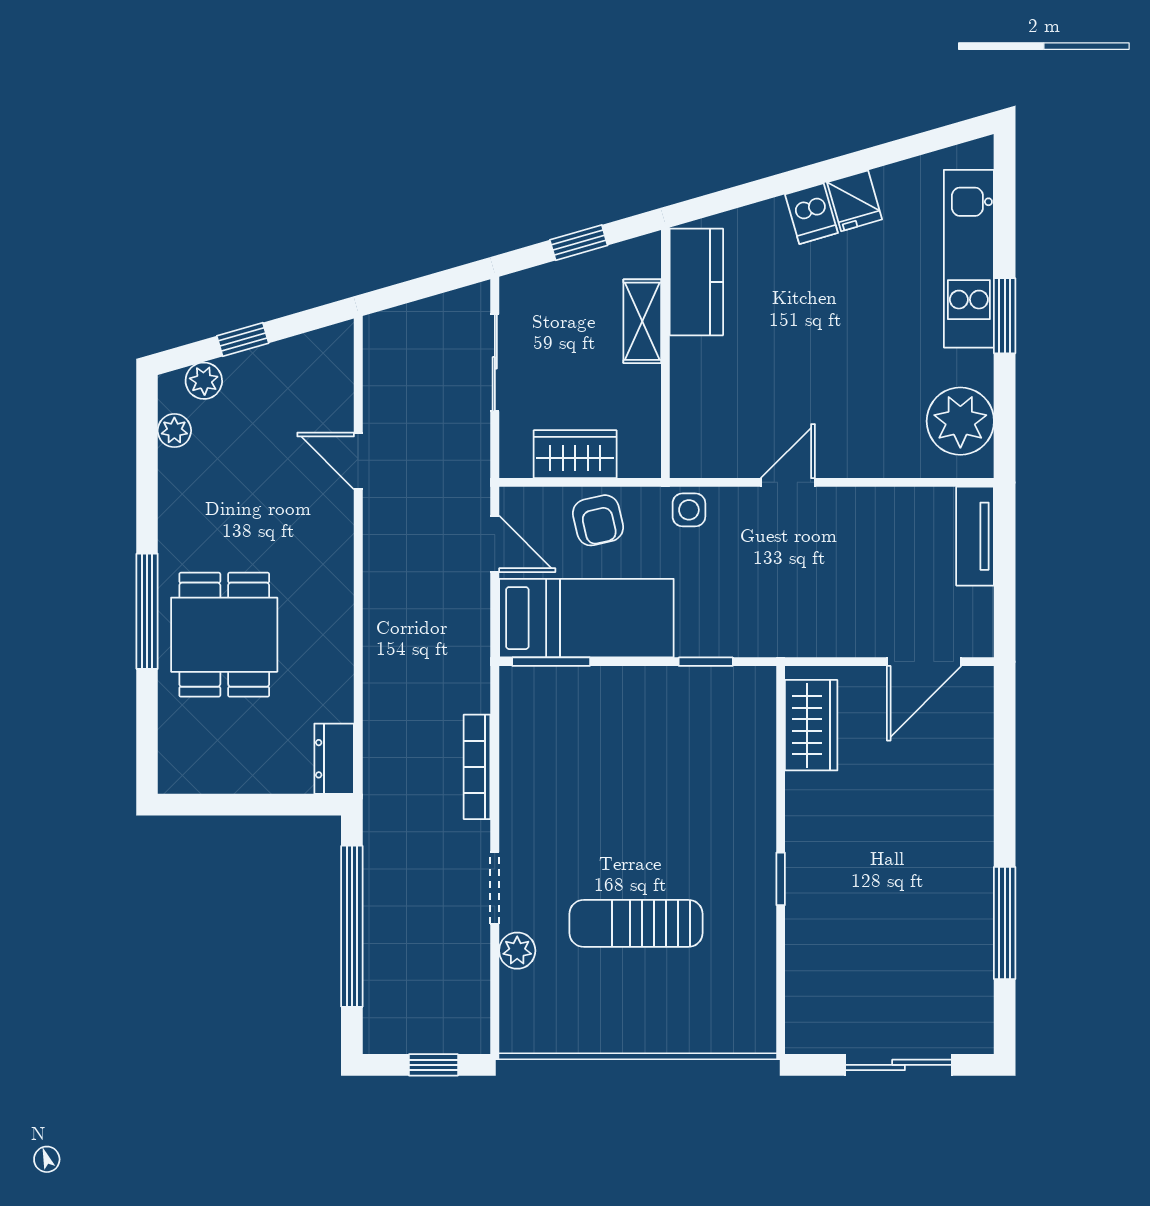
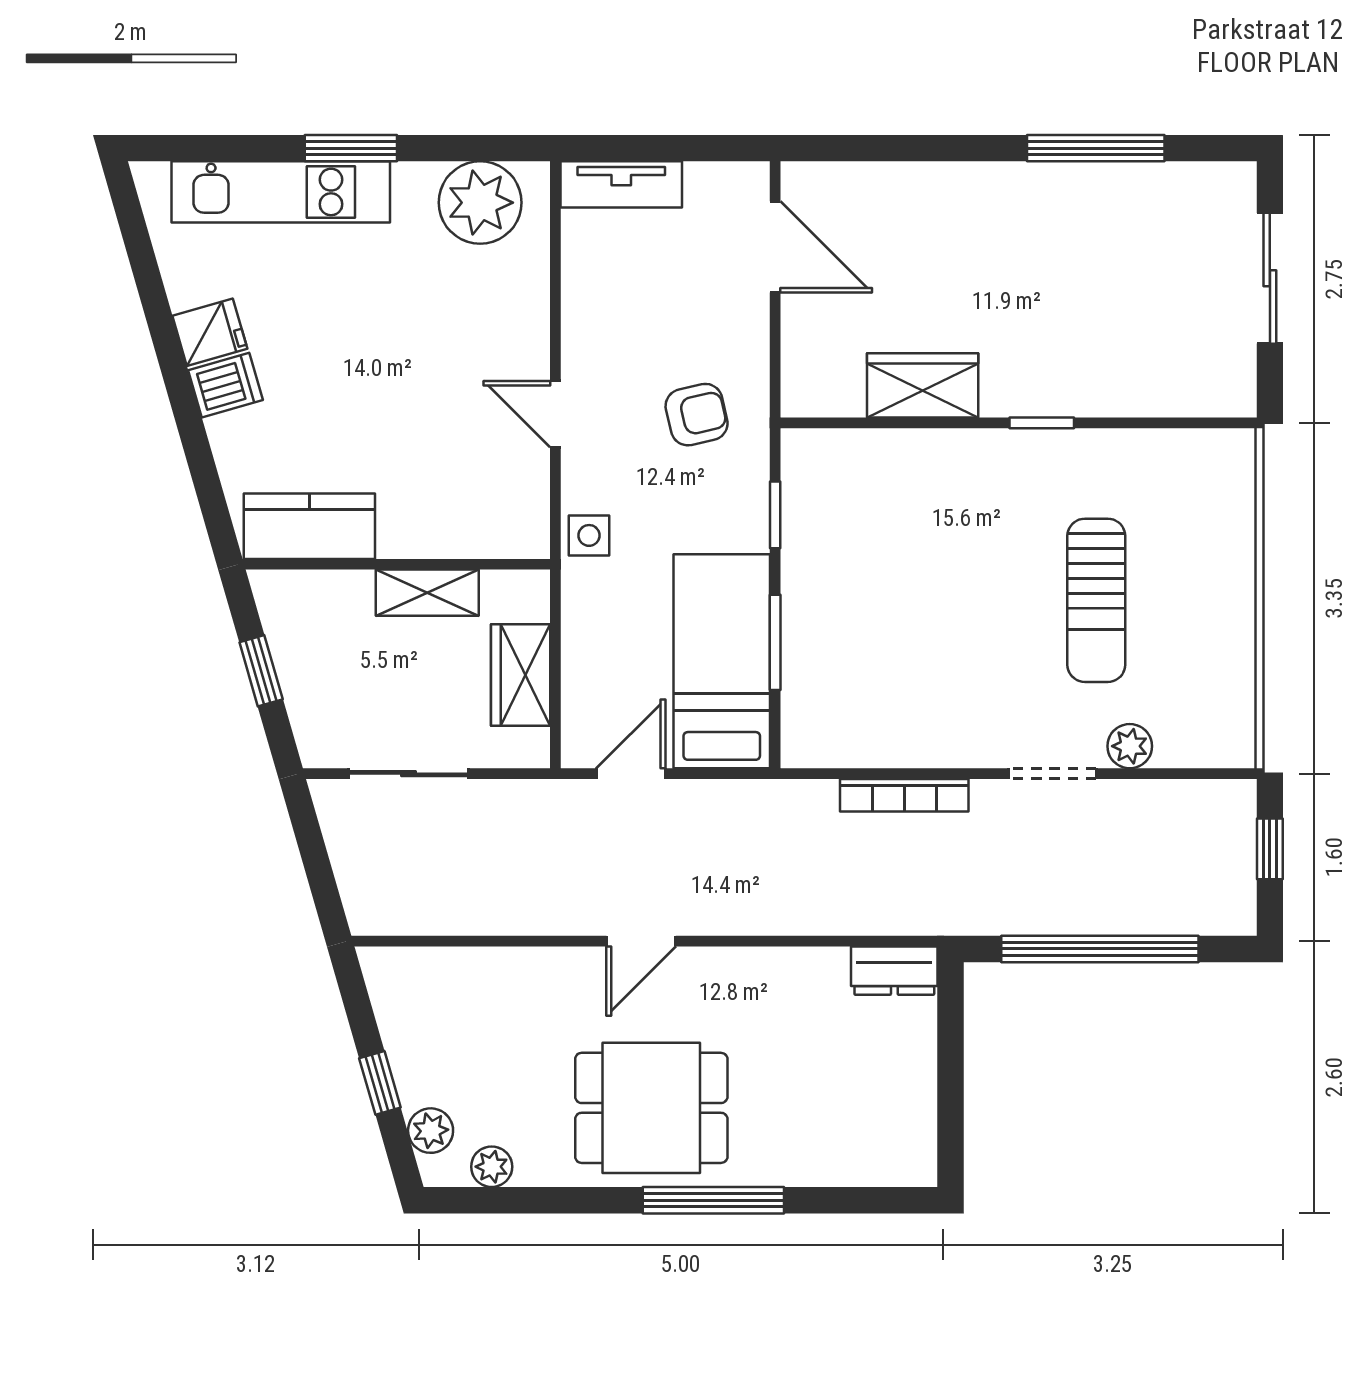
shelving: (642, 321) -> (427, 593), moved
door: (358, 461) -> (641, 941), moved
armchair: (598, 520) -> (697, 415), moved
dining table: (224, 635) -> (651, 1108), moved
window: (551, 662) -> (775, 642), moved
wardrobe: (811, 725) -> (923, 385), moved

